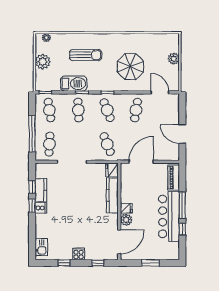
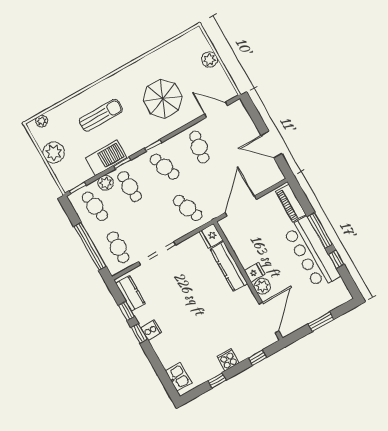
plant: (65, 99) -> (106, 183), added
kitchen counter: (41, 190) -> (130, 293), moved

